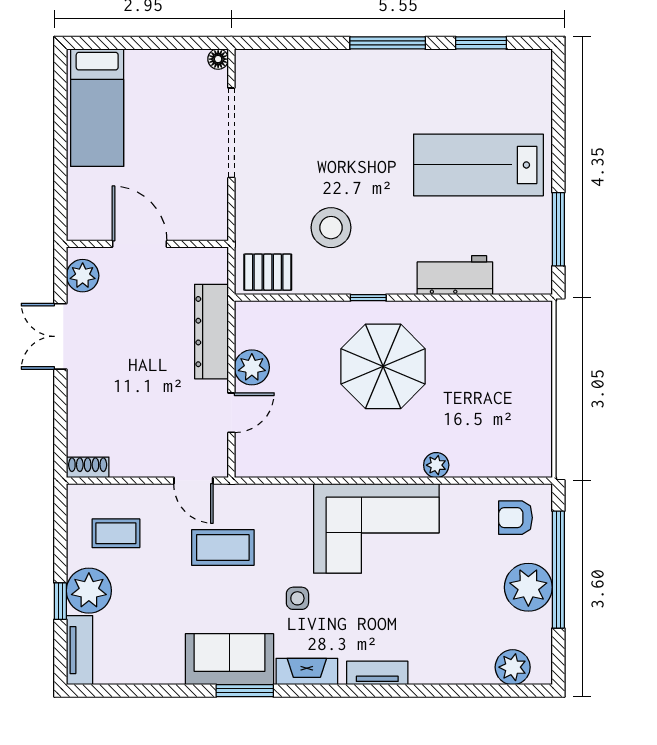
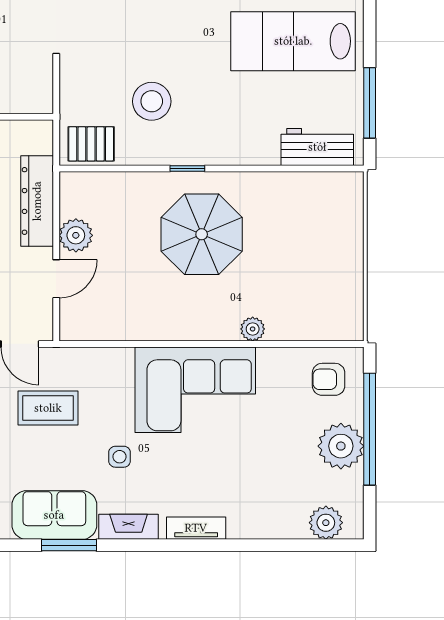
workbench: (455, 275) -> (317, 147), moved

